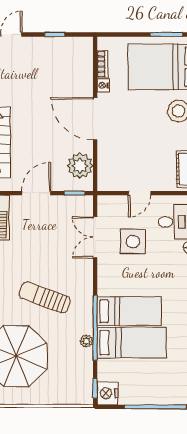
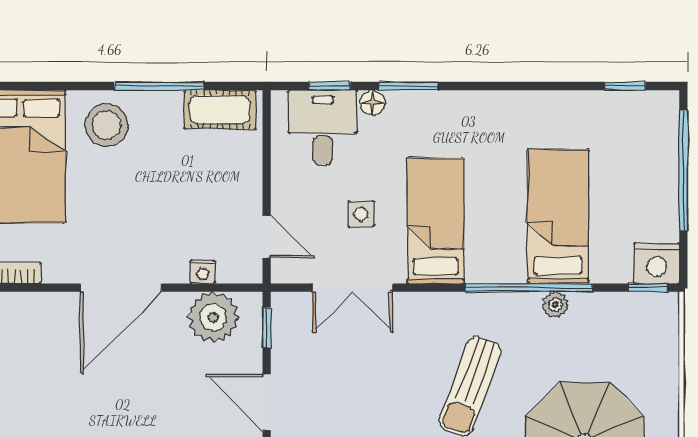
nightstand: (103, 85) -> (203, 272), moved
door: (140, 193) -> (267, 237), moved
side table: (133, 242) -> (361, 214), width x0.54, depth x0.54
bed: (129, 311) -> (436, 221), moved

